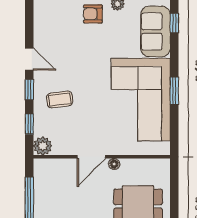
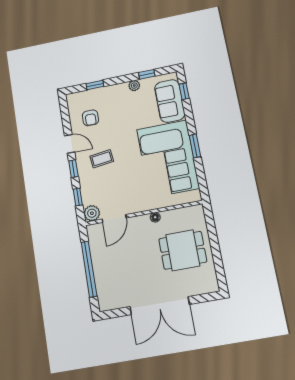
armchair: (93, 14) -> (90, 118), moved, turned -90
coffee table: (60, 99) -> (102, 159), moved
door: (91, 157) -> (114, 219), moved

